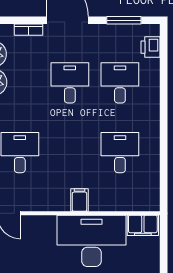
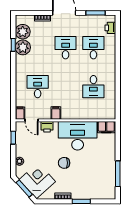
desk: (120, 153) -> (93, 87), turned 180
filing cabinet: (80, 200) -> (56, 113), moved
printer: (37, 225) -> (47, 127), added

